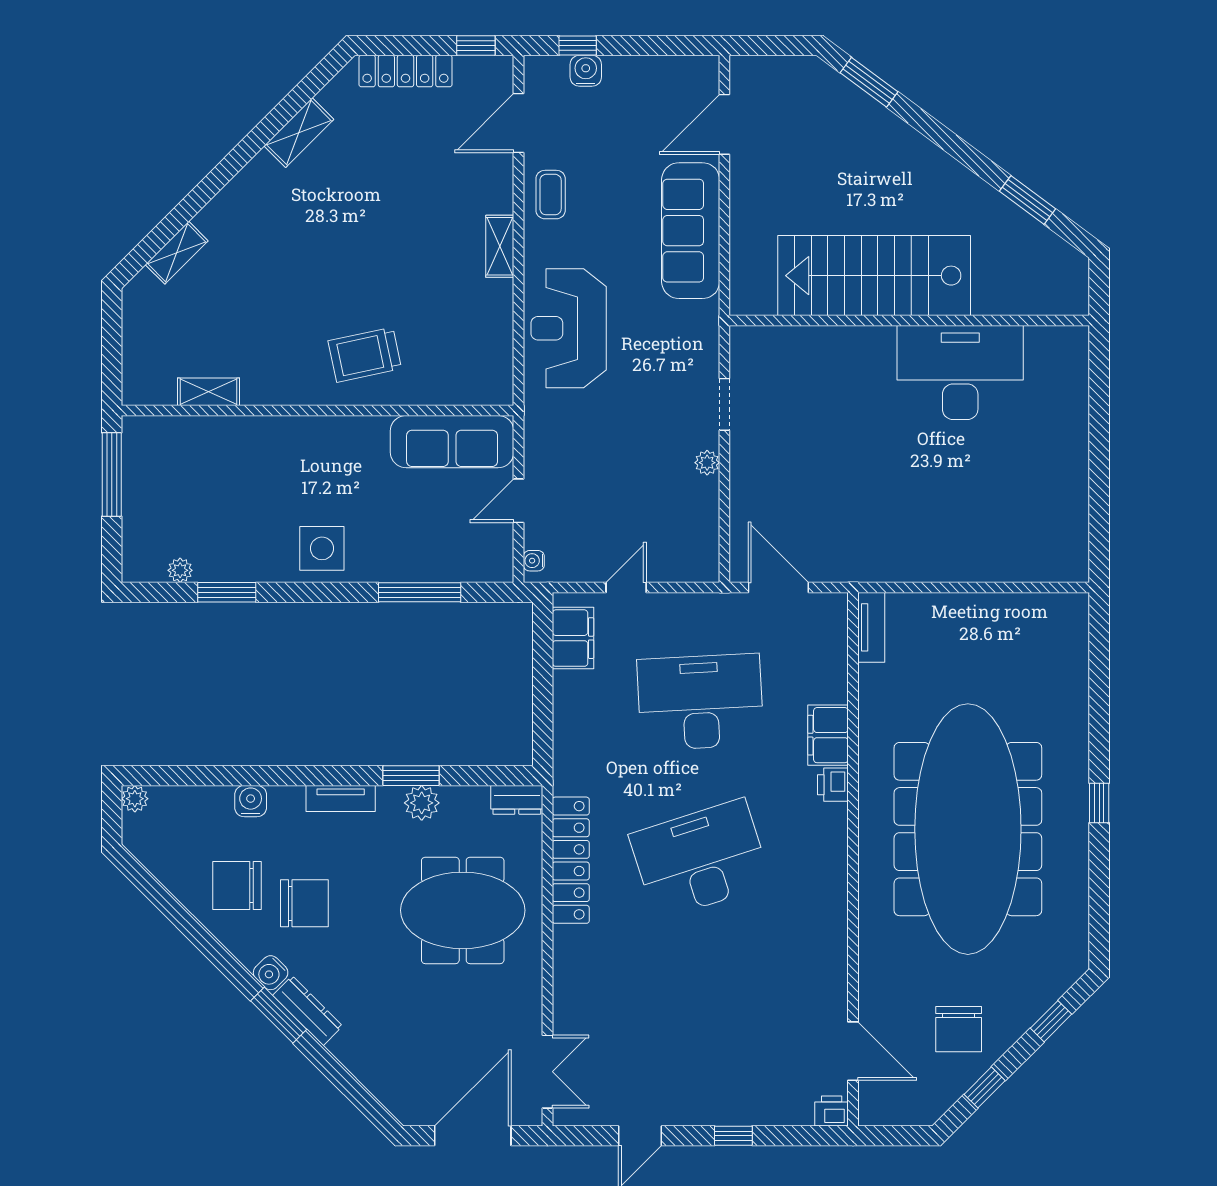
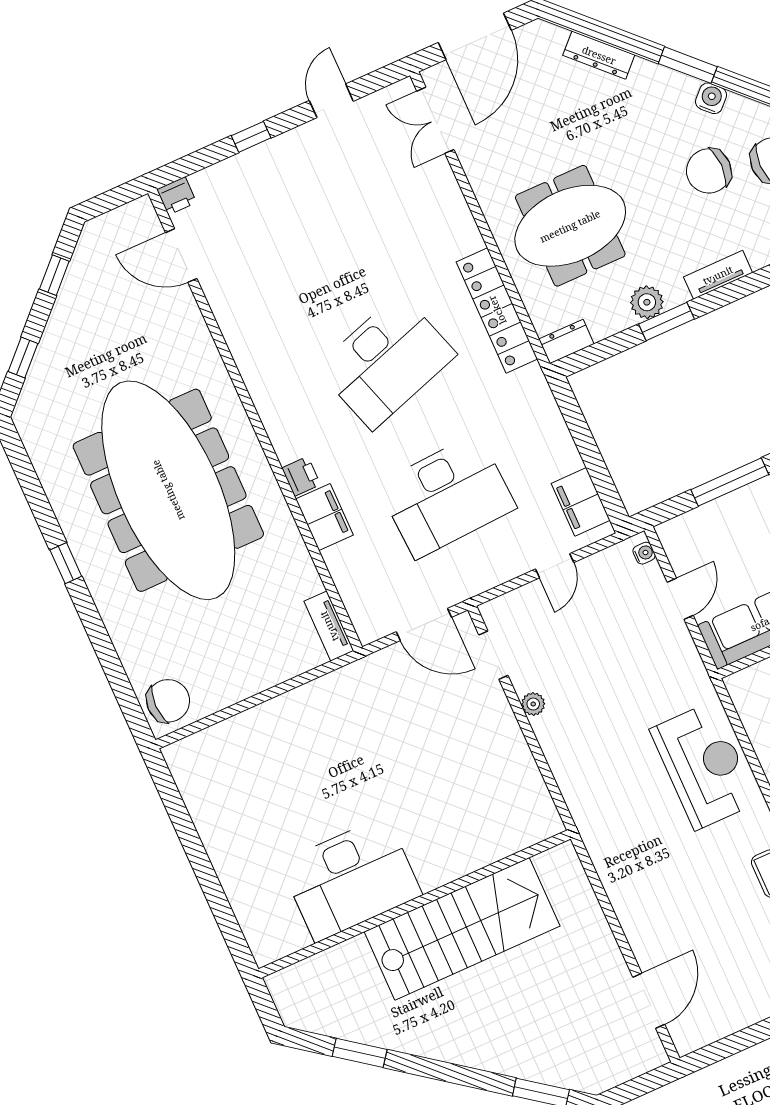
sofa: (691, 231) -> (637, 897), removed
doorway: (724, 404) -> (493, 655), moved
dresser: (308, 1011) -> (599, 55), moved
chair: (959, 1029) -> (168, 701), moved, turned 90

